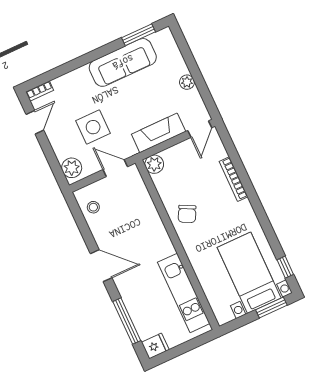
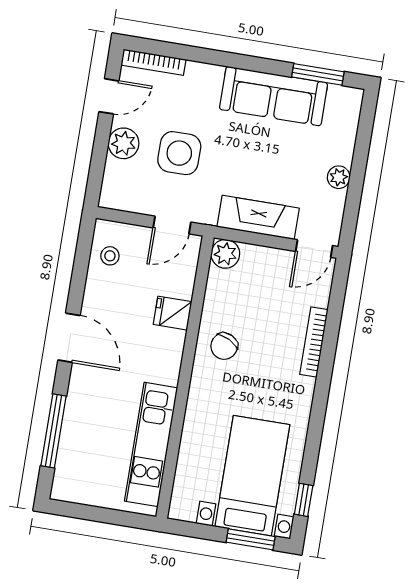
bookcase: (40, 91) -> (153, 62), width x1.56
plant: (72, 168) -> (124, 143), moved
door: (115, 168) -> (172, 225), swing flipped
fridge: (155, 346) -> (173, 313), moved, turned 180

